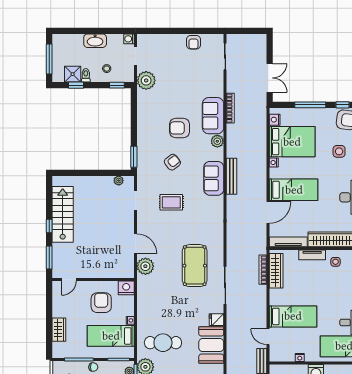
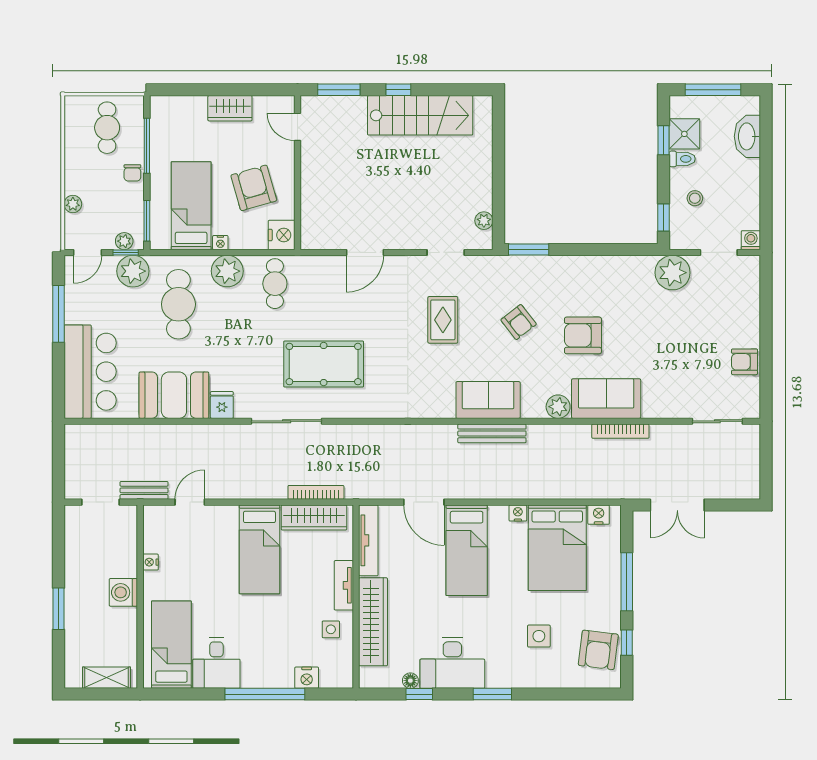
washbasin: (95, 41) -> (747, 136), moved
armchair: (179, 128) -> (583, 335), turned -90
plant: (145, 266) -> (227, 271), moved
cafe table: (152, 291) -> (275, 284), added
armchair: (101, 303) -> (254, 188), turned -106
bed: (293, 316) -> (259, 549), moved
wardrobe: (59, 330) -> (230, 108), moved

